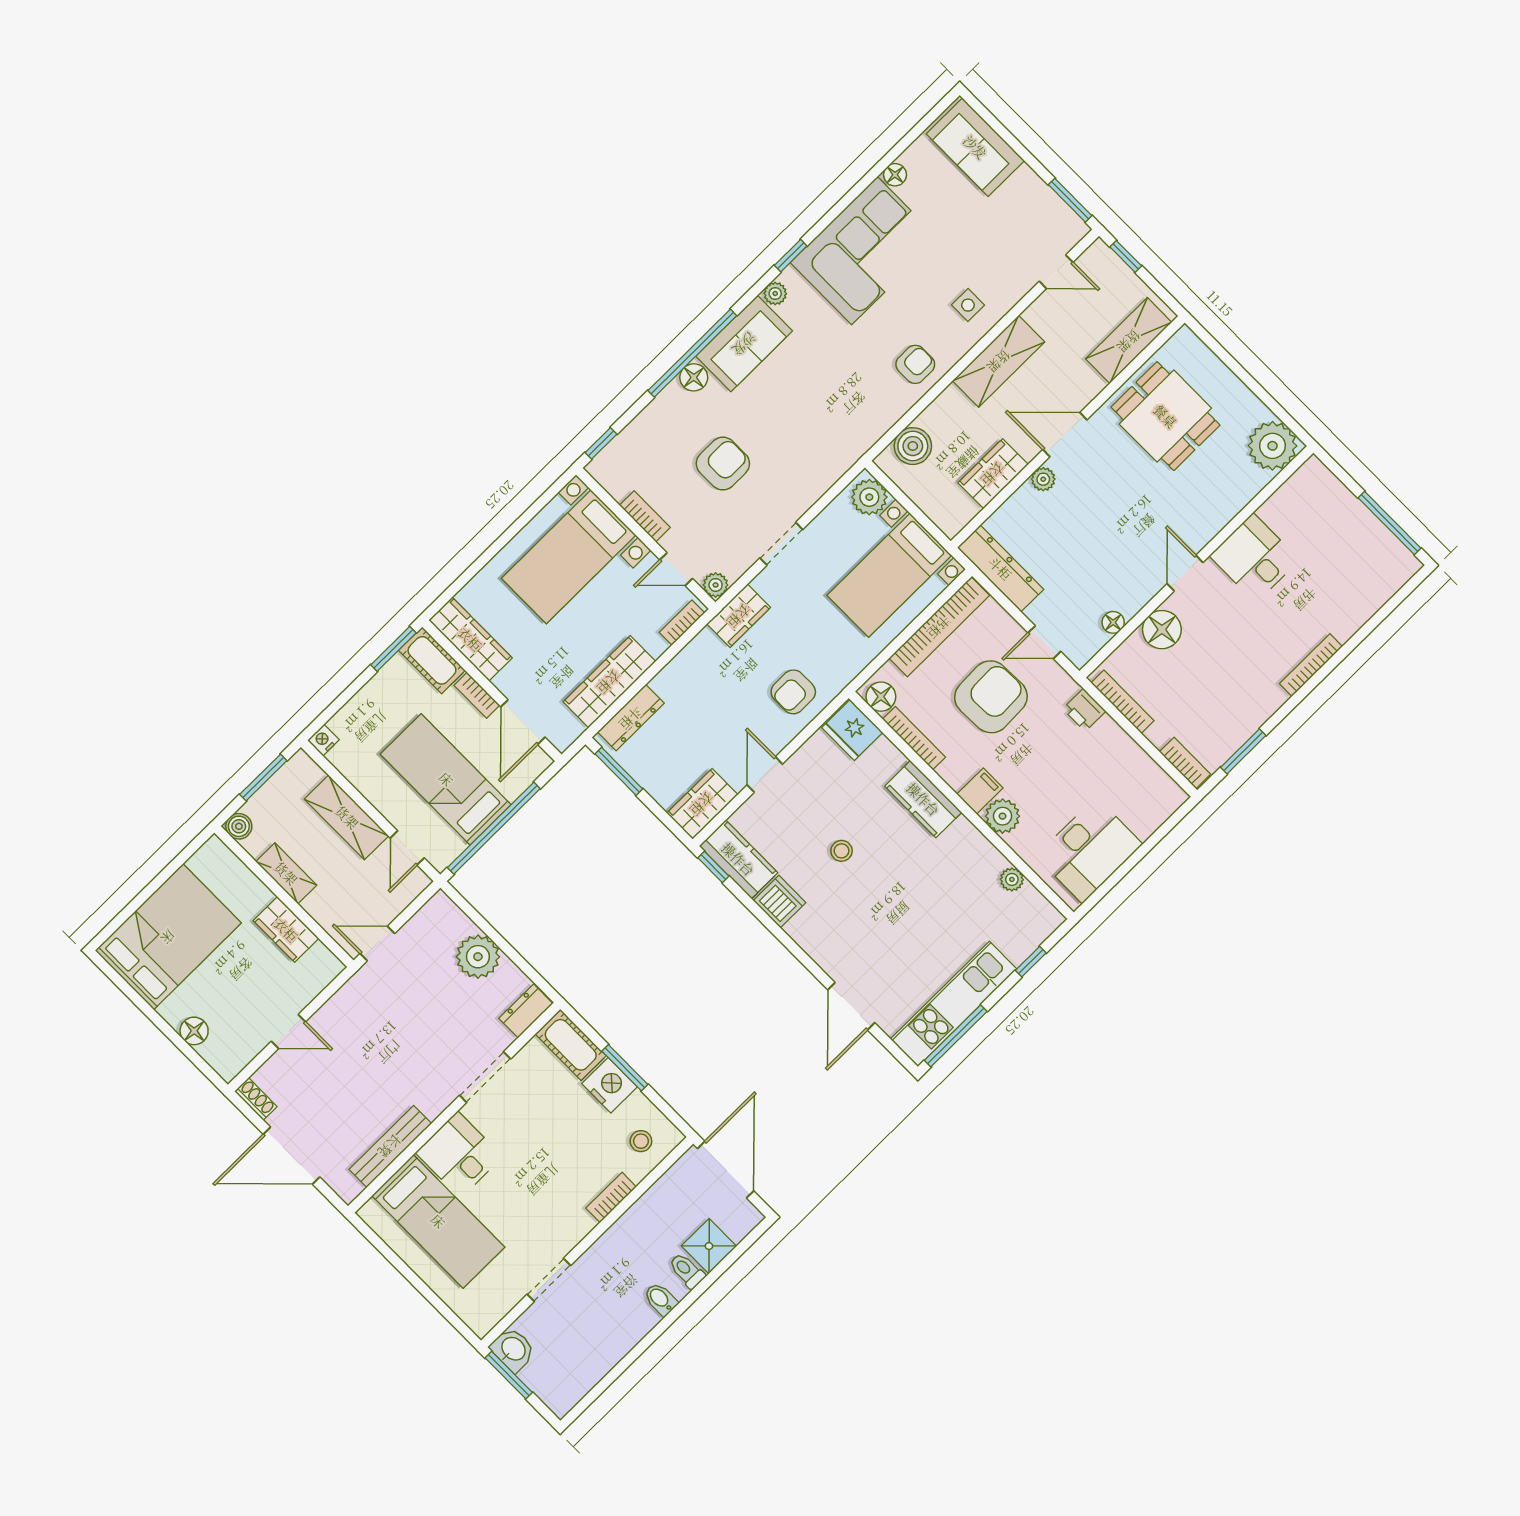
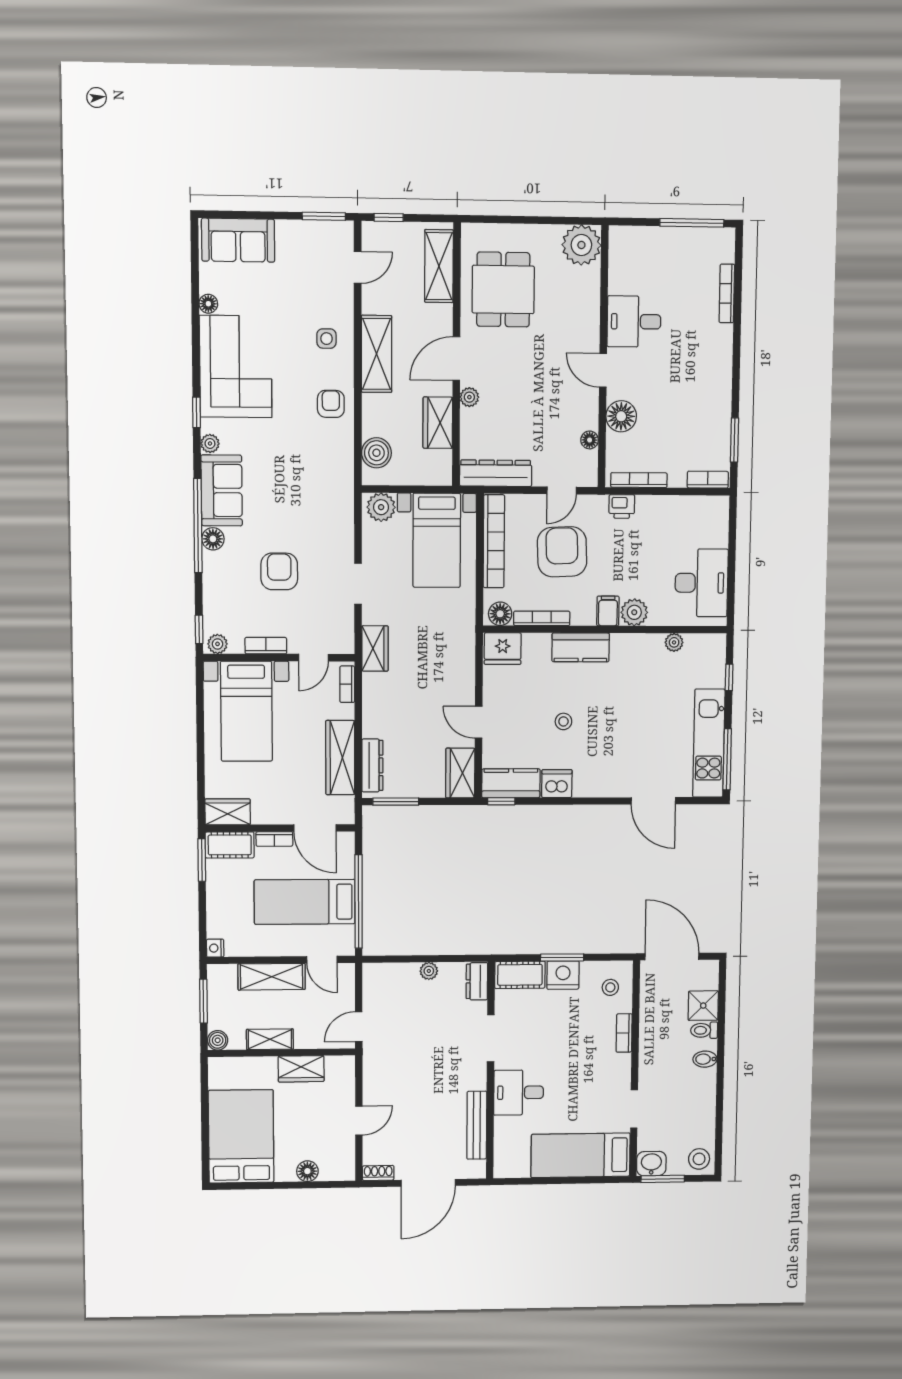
dining table: (1165, 416) -> (503, 289), turned 90
plant: (716, 585) -> (218, 644), moved
wardrobe: (470, 639) -> (228, 812), width x0.67
bookcase: (1311, 665) -> (727, 293), moved
armchair: (793, 692) -> (448, 660), removed
plant: (478, 957) -> (429, 971), width x0.53, depth x0.53
bed: (438, 1221) -> (581, 1155), moved, turned 180
stool: (561, 1391) -> (699, 1159), added

